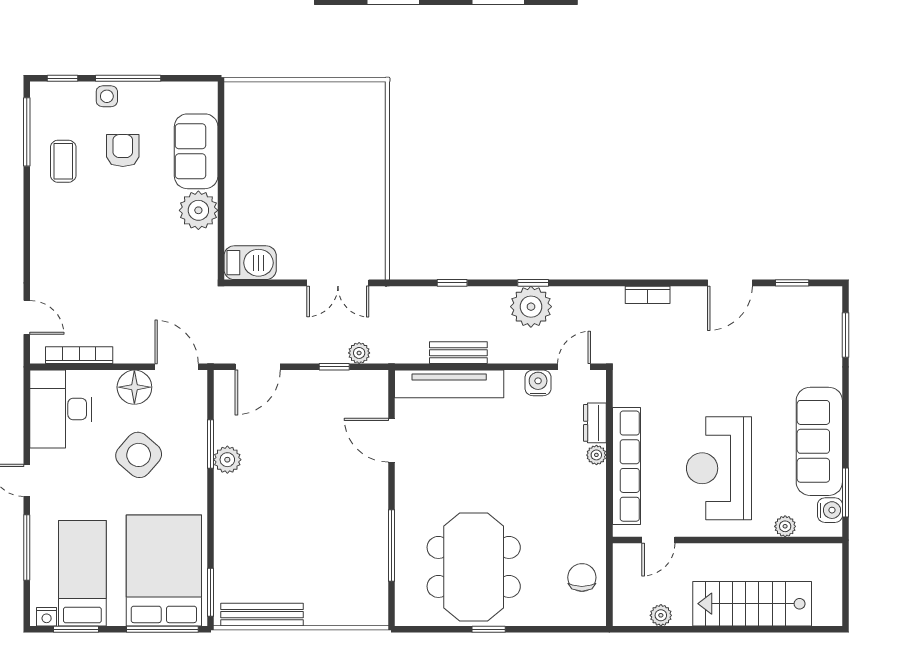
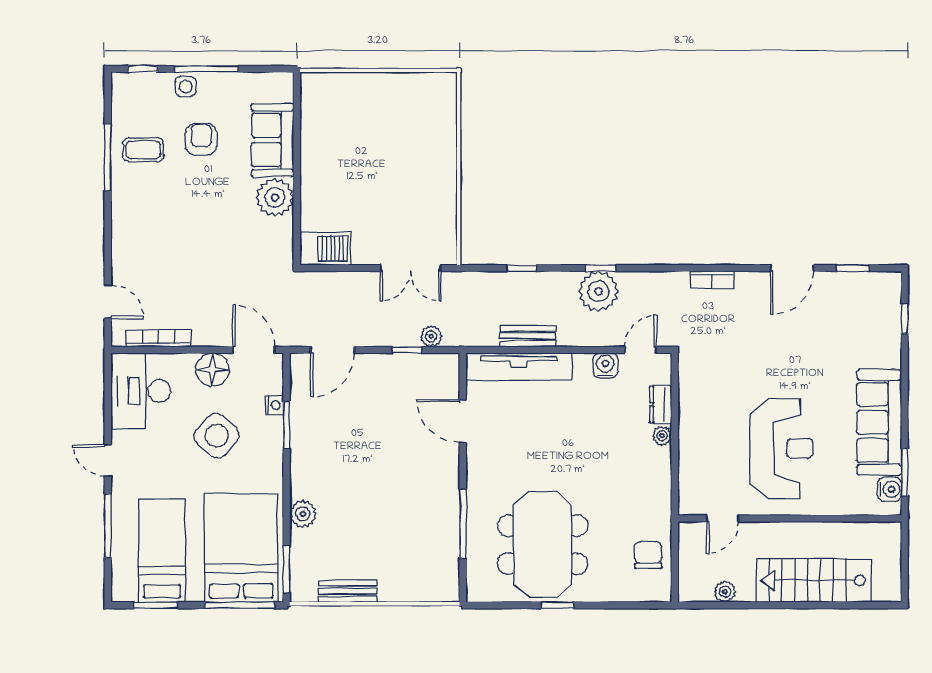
window: (27, 132) -> (108, 157), moved
coffee table: (63, 161) -> (143, 150), turned 90
window: (846, 335) -> (905, 319), width x0.67
plant: (227, 460) -> (303, 514), moved
row of seats: (626, 466) -> (691, 446), removed
reception desk: (719, 468) -> (781, 449), turned 180
plant: (785, 526) -> (846, 505), removed
bench: (262, 615) -> (347, 591), width x0.73
nightstand: (47, 617) -> (274, 405), moved, turned -90

